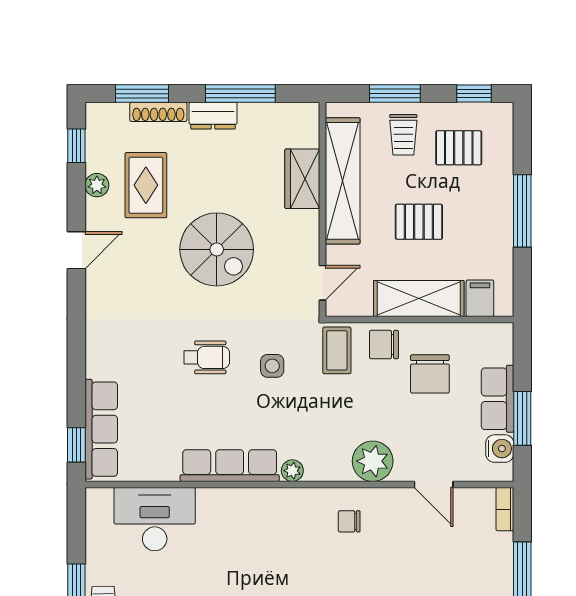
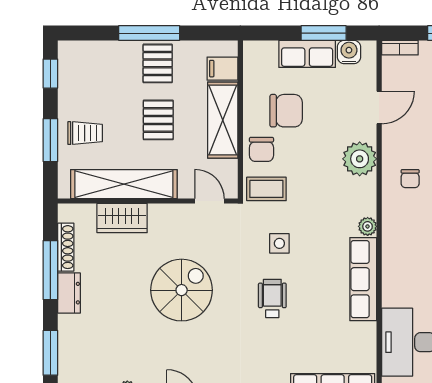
shoe rack: (158, 112) -> (66, 247), moved
pallet: (459, 148) -> (158, 63), moved
rug: (146, 185) -> (127, 350), removed

